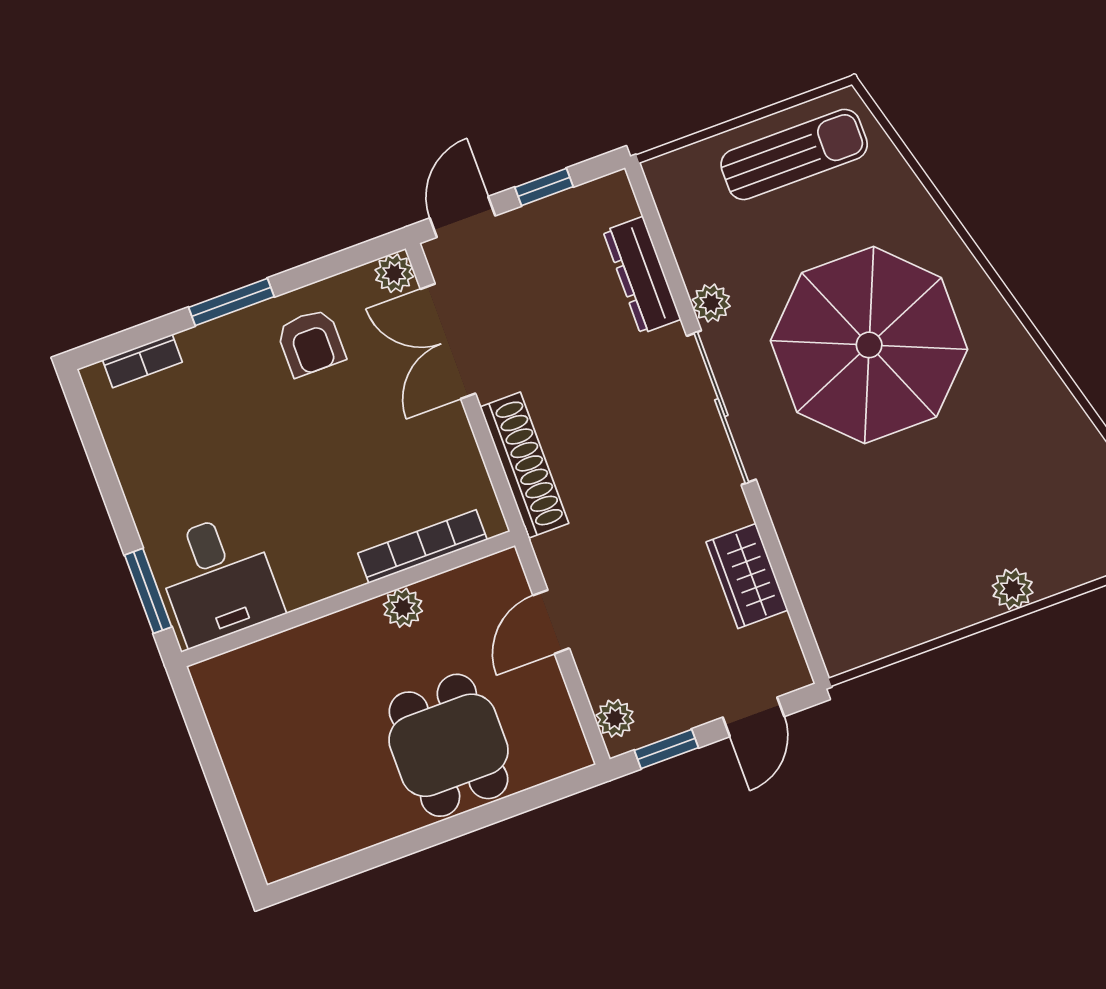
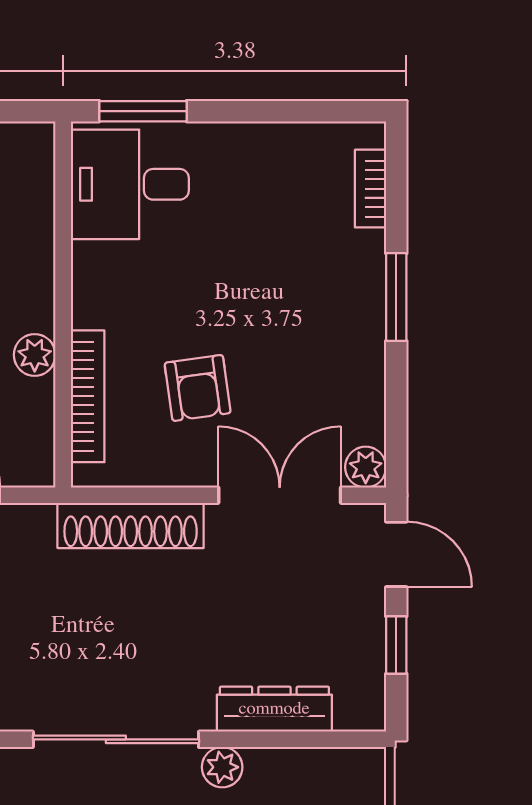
armchair: (311, 343) -> (198, 388), moved, turned -98

